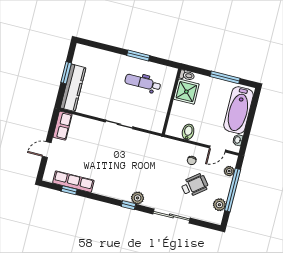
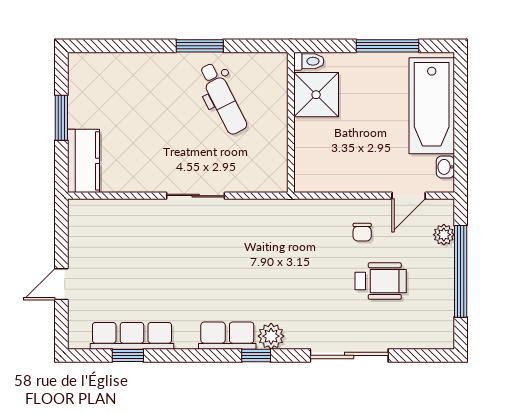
dental chair: (143, 83) -> (223, 99), turned -117
kitchen counter: (73, 88) -> (84, 161), width x0.67
row of seats: (63, 126) -> (227, 336), moved, turned -90
bidet: (188, 132) -> (340, 176), removed
wheelchair: (195, 185) -> (381, 281), turned 38
plant: (219, 205) -> (441, 308), removed

